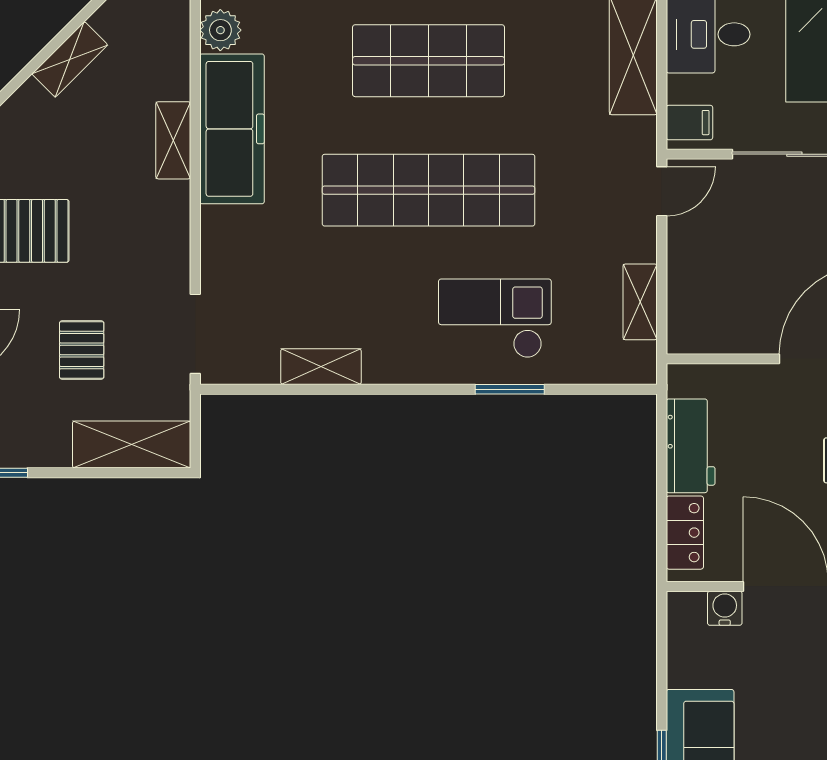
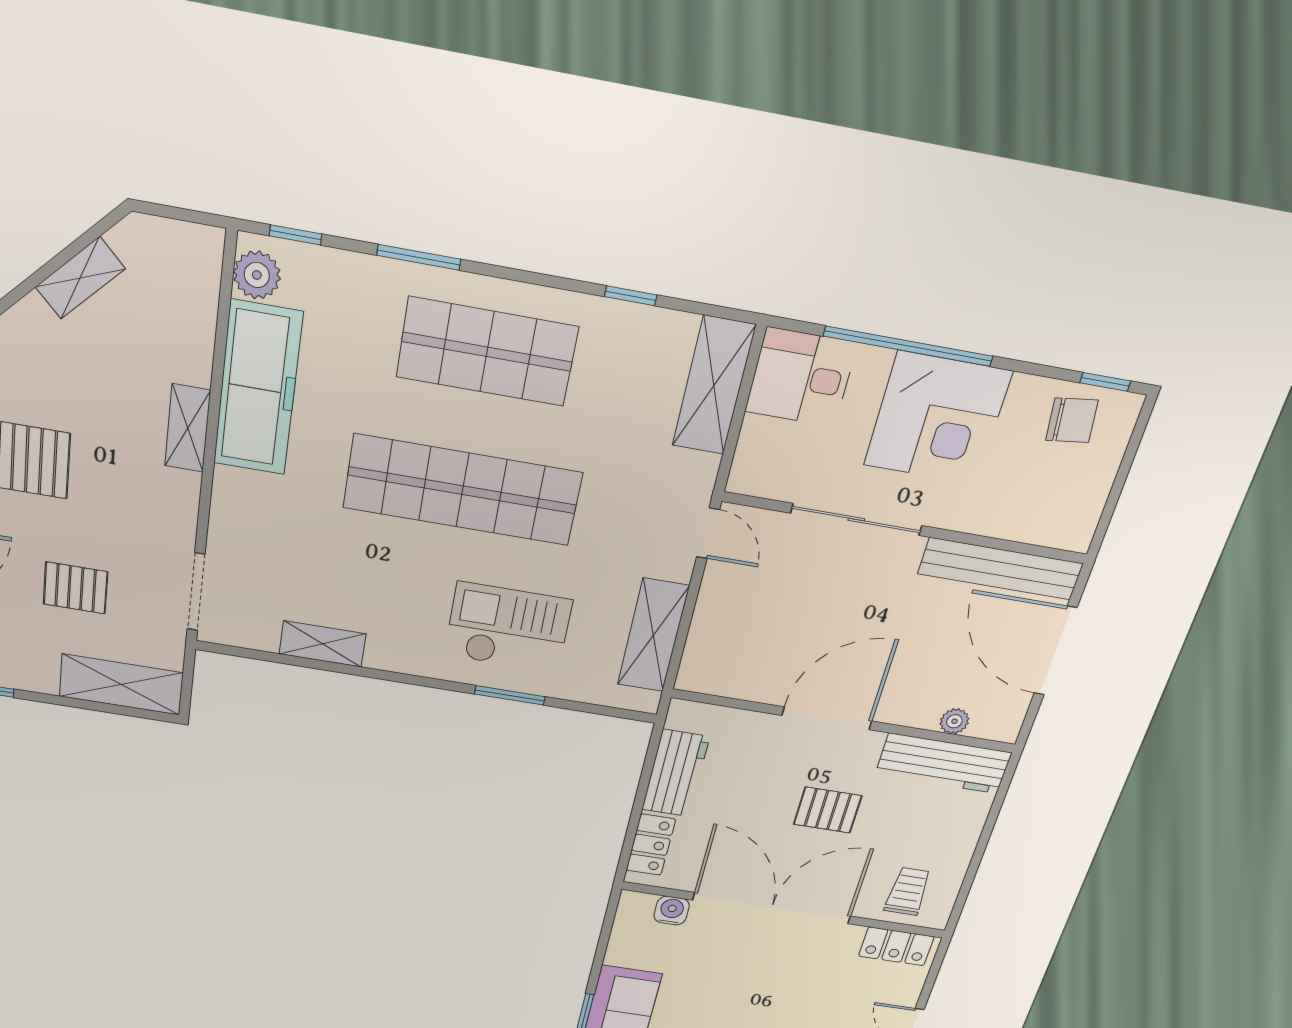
filing cabinet: (689, 123) -> (755, 468), removed
shelving: (173, 140) -> (188, 428), moved
door: (662, 191) -> (708, 533), hinge flipped
shelving: (640, 302) -> (653, 635), width x1.50, depth x1.33
pallet: (82, 350) -> (76, 588), turned 90

